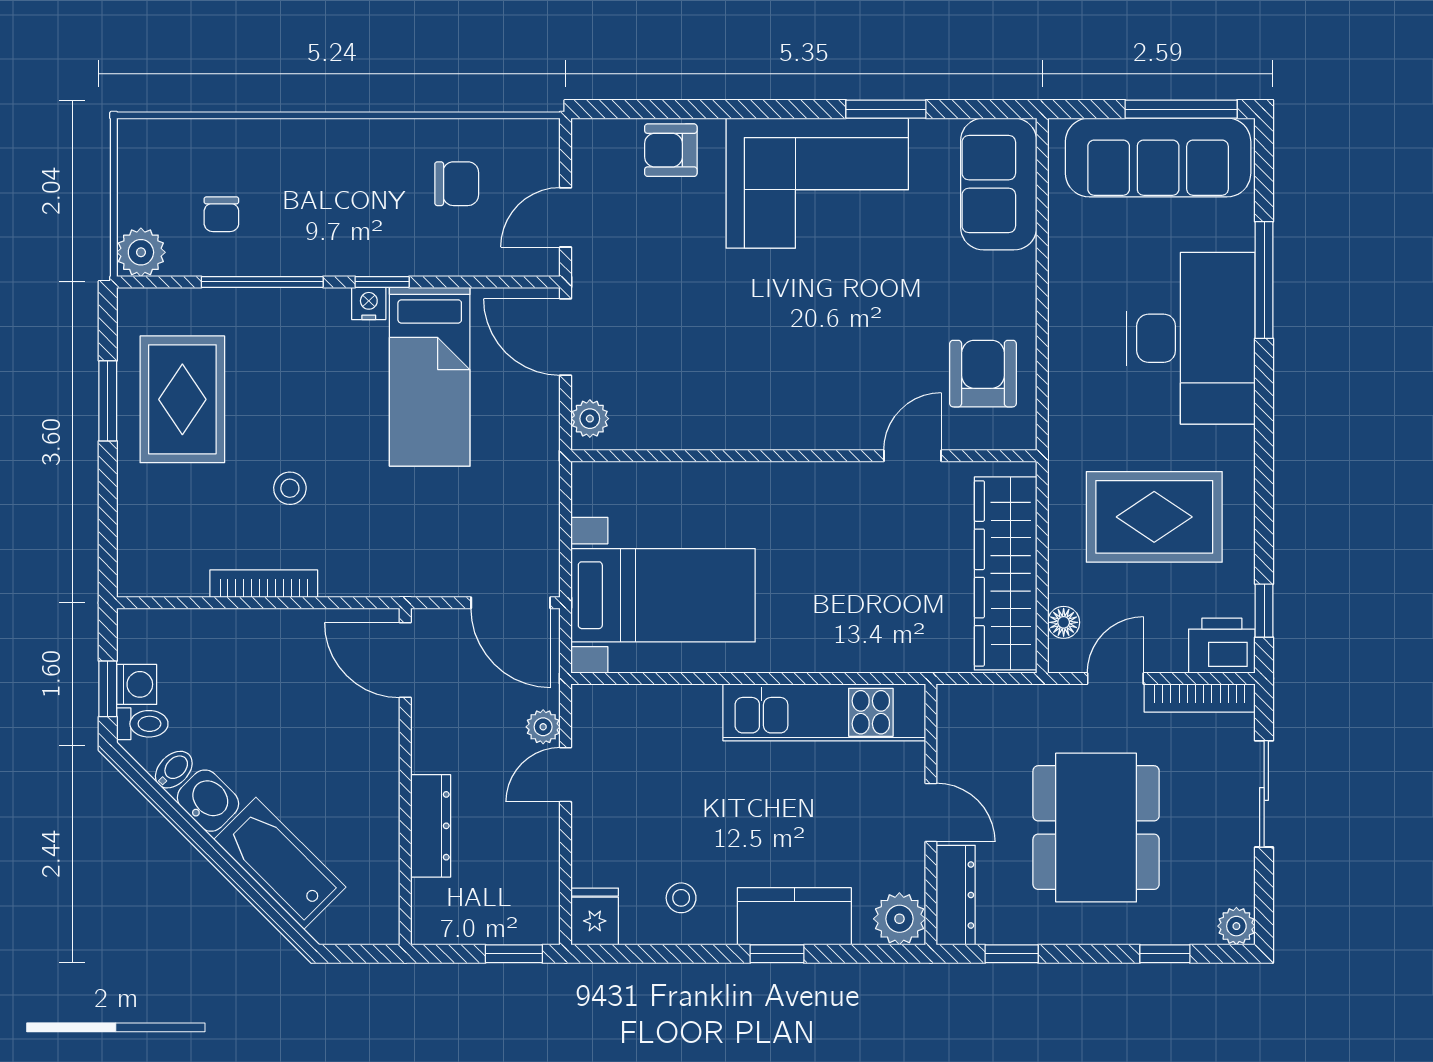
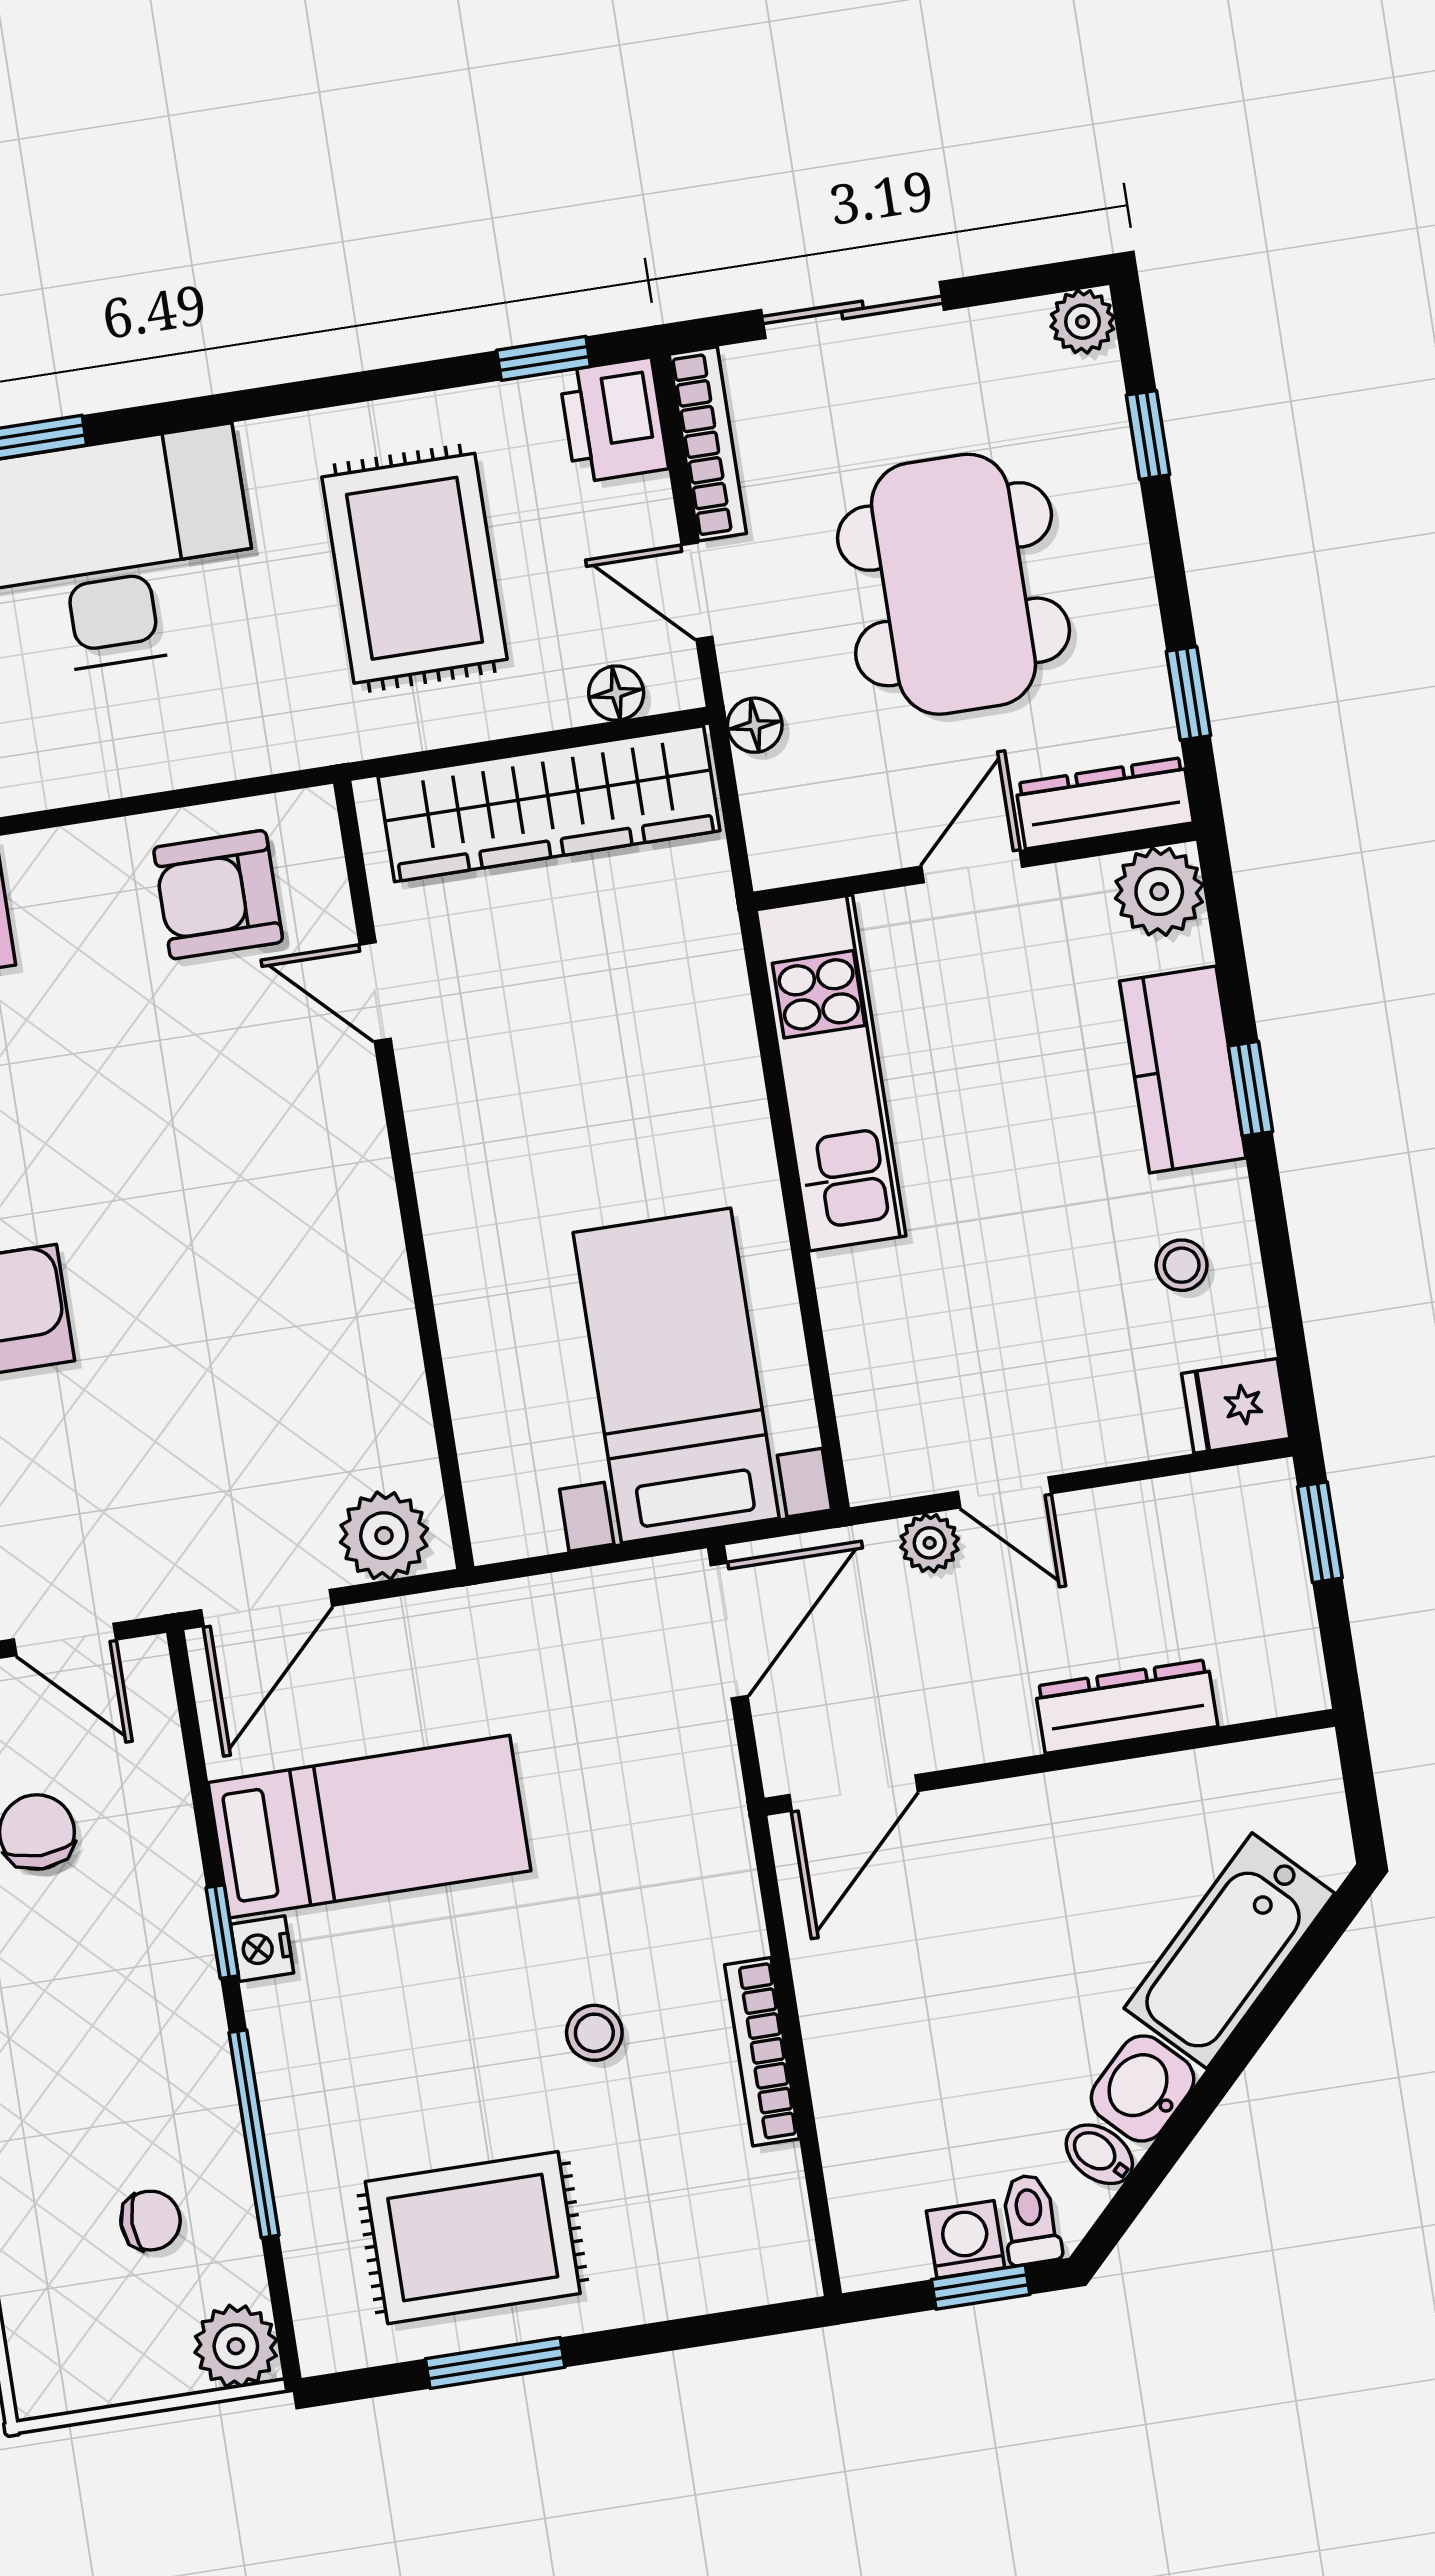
plant: (590, 419) -> (384, 1536), width x1.38, depth x1.38
floor lamp: (1032, 700) -> (755, 725), added
dining table: (1096, 828) -> (954, 584), turned 90

